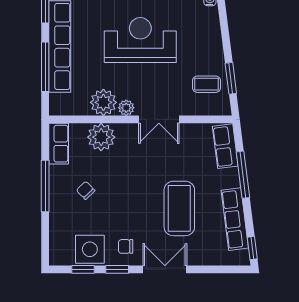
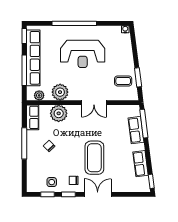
reception desk: (140, 40) -> (83, 54), turned 180
plant: (126, 108) -> (39, 95), moved
row of seats: (225, 146) -> (136, 130), moved
window: (243, 175) -> (144, 124), moved
coffee table: (179, 208) -> (94, 158), moved
row of seats: (235, 219) -> (141, 164), width x0.68
side table: (90, 249) -> (52, 182), width x0.54, depth x0.54

